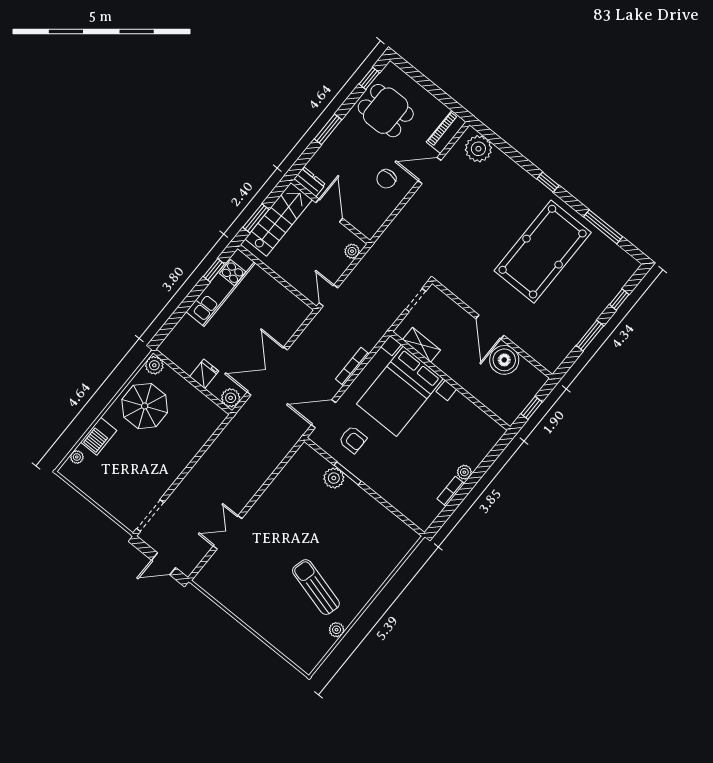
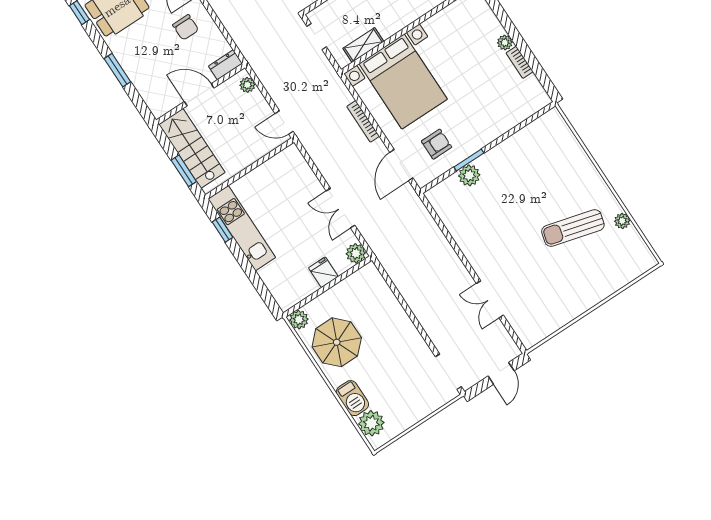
dresser: (310, 182) -> (225, 65), moved
double door: (267, 371) -> (341, 208), width x0.73
plant: (77, 457) -> (371, 423), width x1.88, depth x1.88

